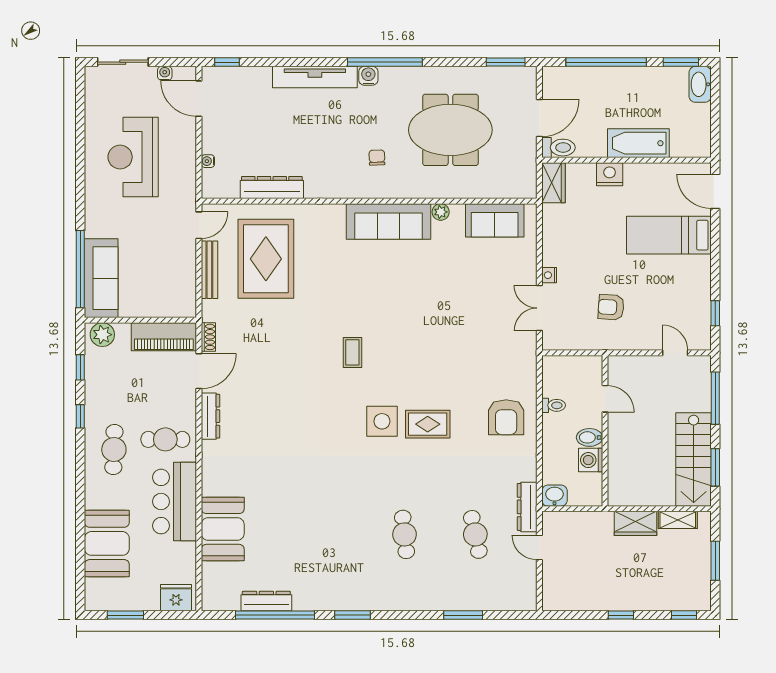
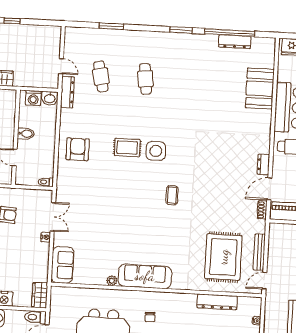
sofa: (495, 220) -> (62, 265), moved, turned 90
toilet: (554, 405) -> (46, 182), moved
dresser: (210, 416) -> (263, 164), width x0.70
washing machine: (591, 460) -> (33, 98), moved, turned 90

